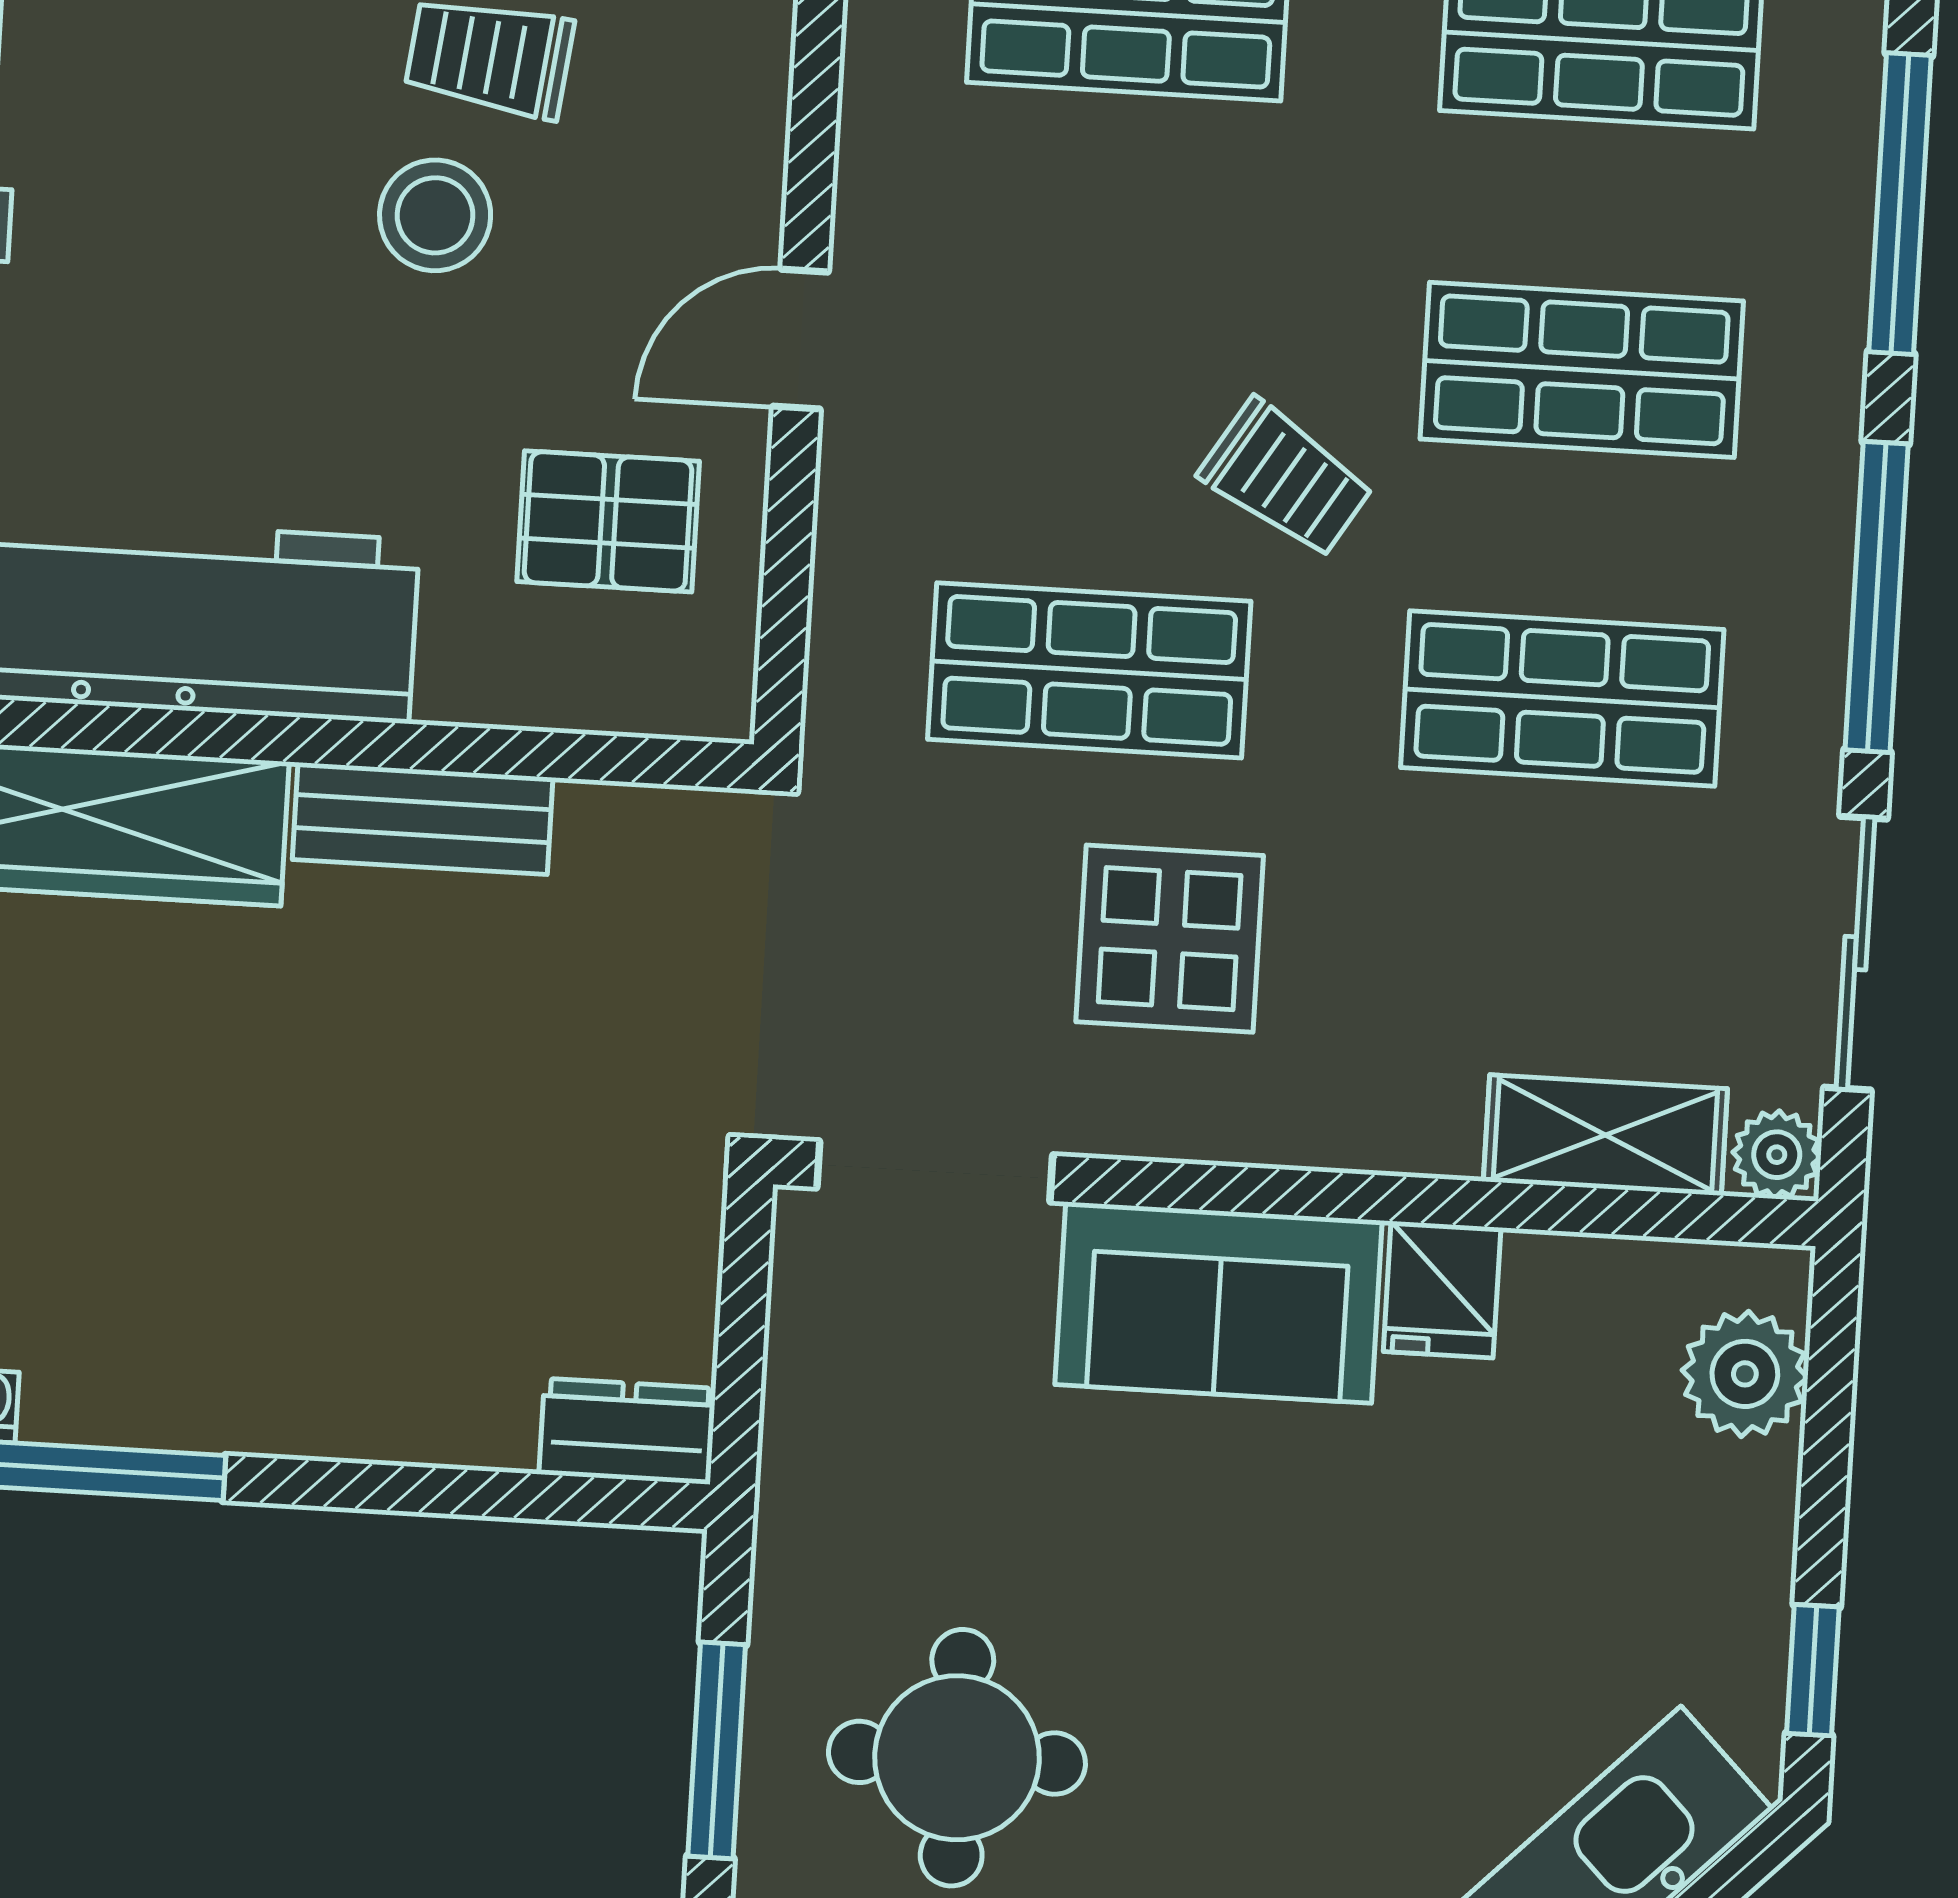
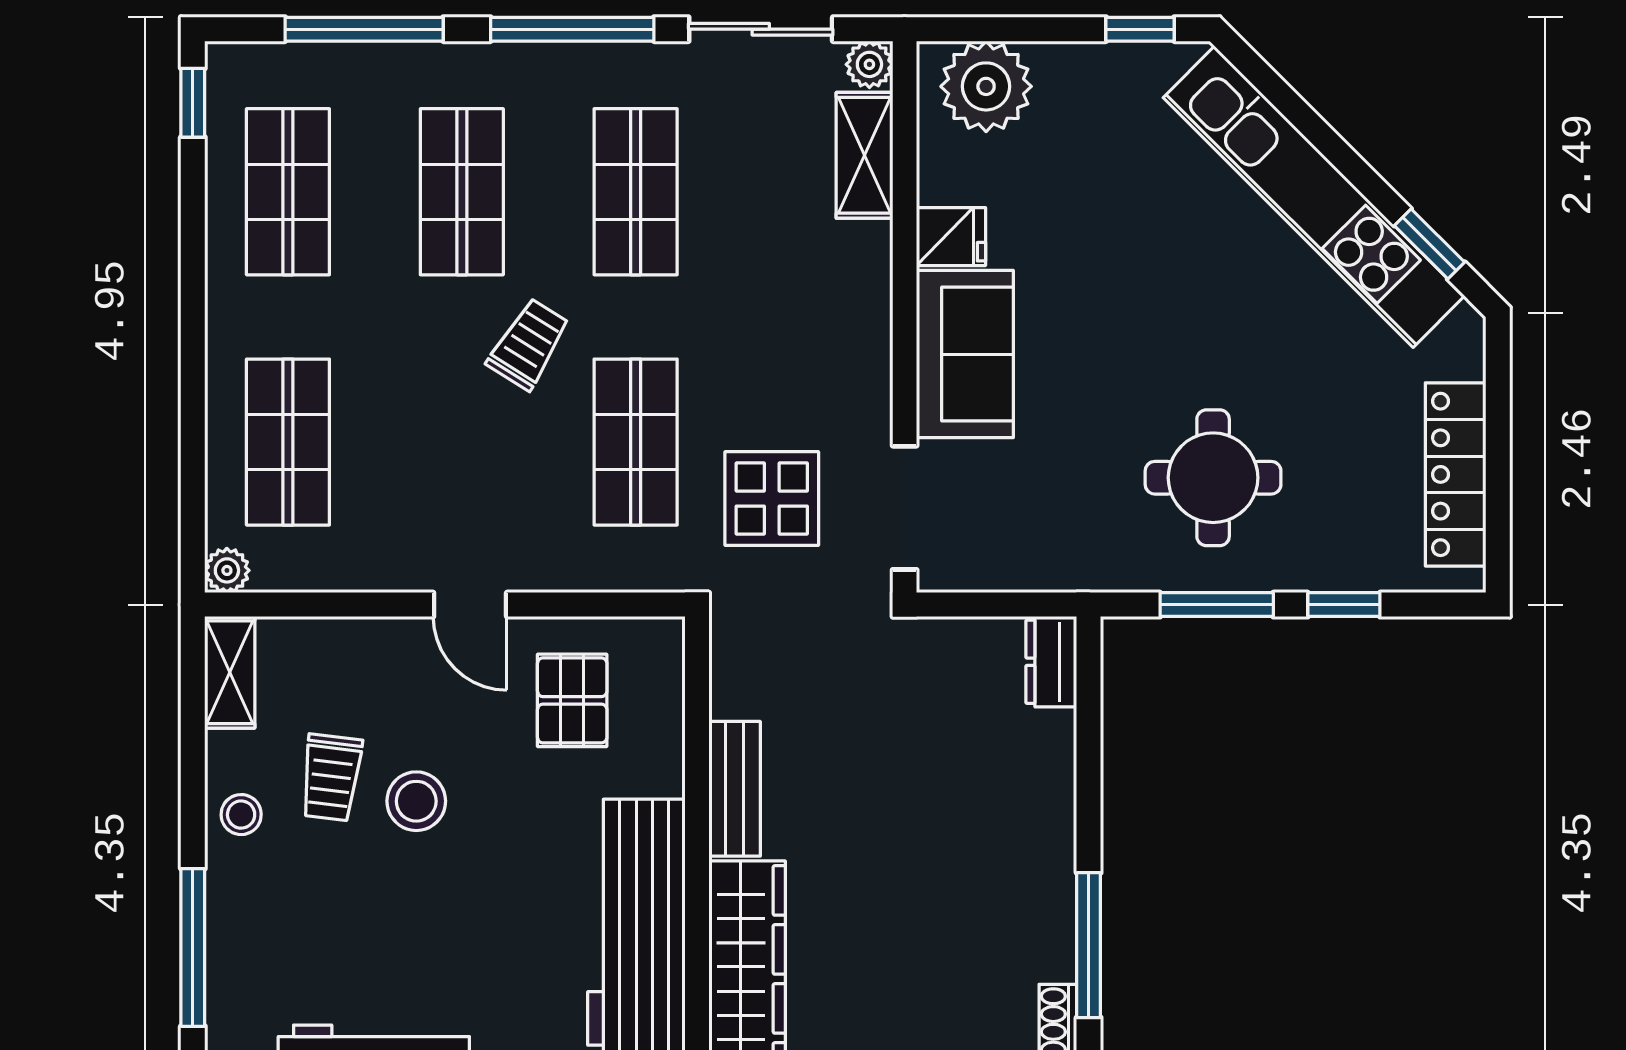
display table: (1170, 939) -> (772, 499), moved
plant: (1745, 1374) -> (986, 86), width x1.36, depth x1.36

